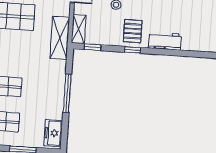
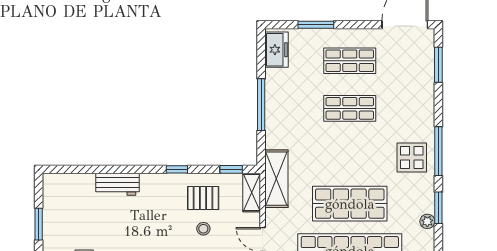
pallet: (133, 31) -> (203, 198), moved, turned 90
workbench: (165, 41) -> (118, 184), moved

